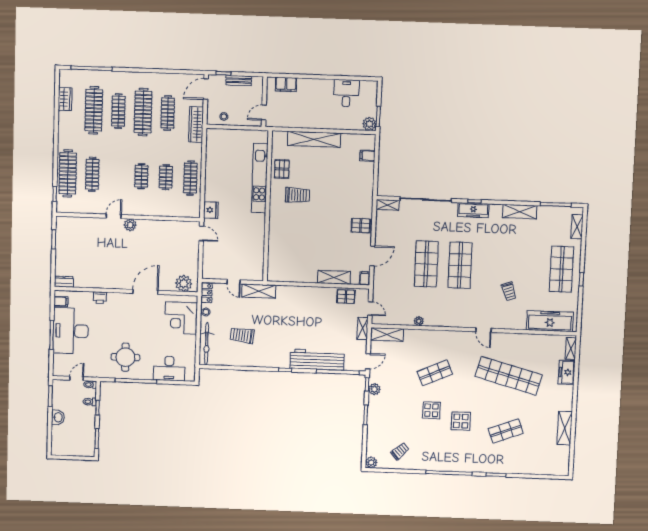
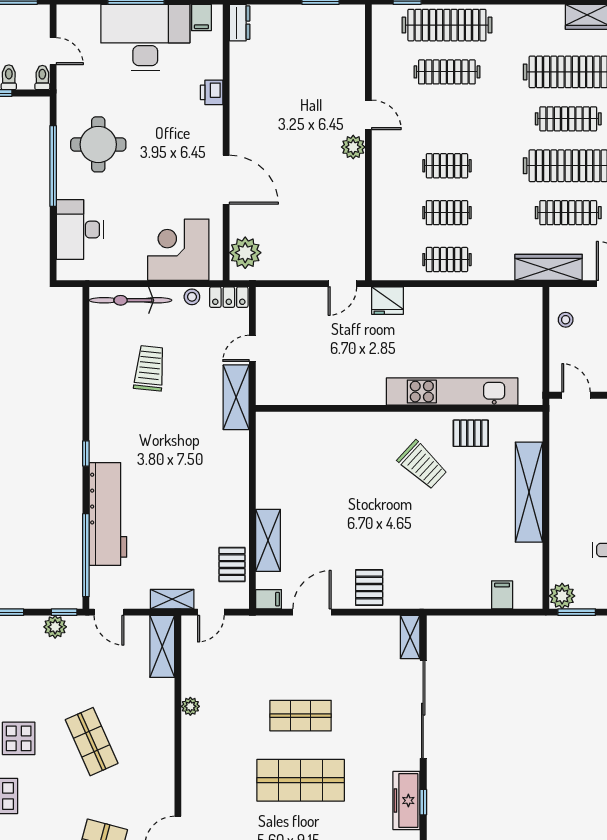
clothes rail: (190, 178) -> (447, 260), width x0.73
trolley: (298, 195) -> (422, 465), turned -47
door: (372, 256) -> (312, 612), swing flipped
shop shelf: (426, 264) -> (301, 716), width x0.70, depth x0.74

